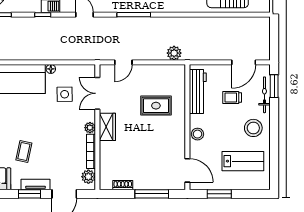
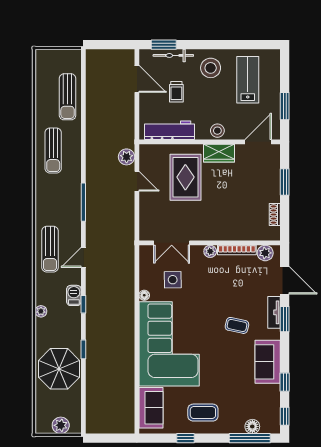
door: (123, 62) -> (137, 181), moved
rug: (156, 106) -> (185, 177), width x1.36, depth x1.43
wardrobe: (107, 127) -> (219, 153), moved, turned 180
window: (152, 194) -> (285, 182), width x0.69

